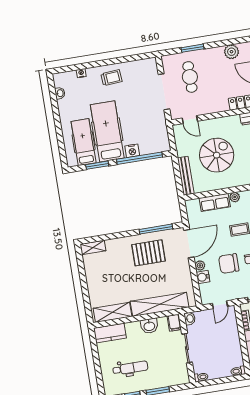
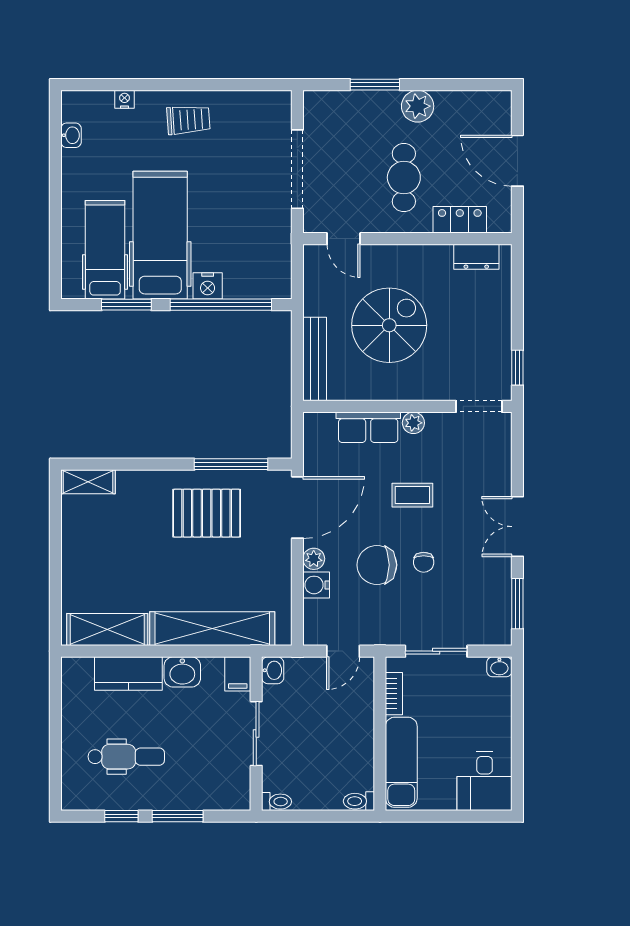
plant: (231, 52) -> (418, 106), moved
cafe table: (190, 77) -> (404, 178), moved
kitchen counter: (110, 333) -> (128, 674), moved

